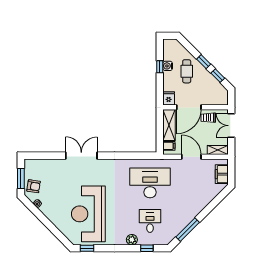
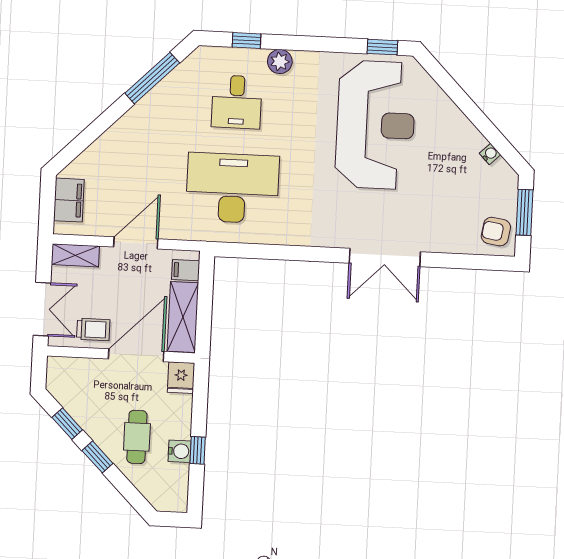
door: (191, 157) -> (136, 243), swing flipped
desk: (150, 183) -> (232, 188), turned 180
armchair: (34, 186) -> (496, 232), moved

